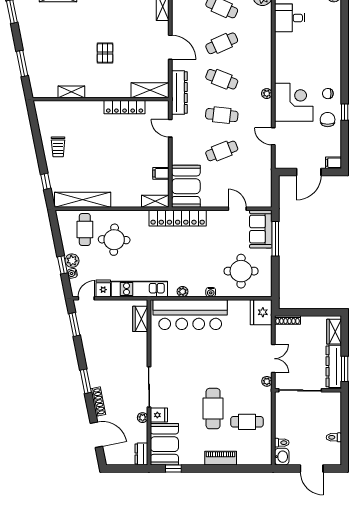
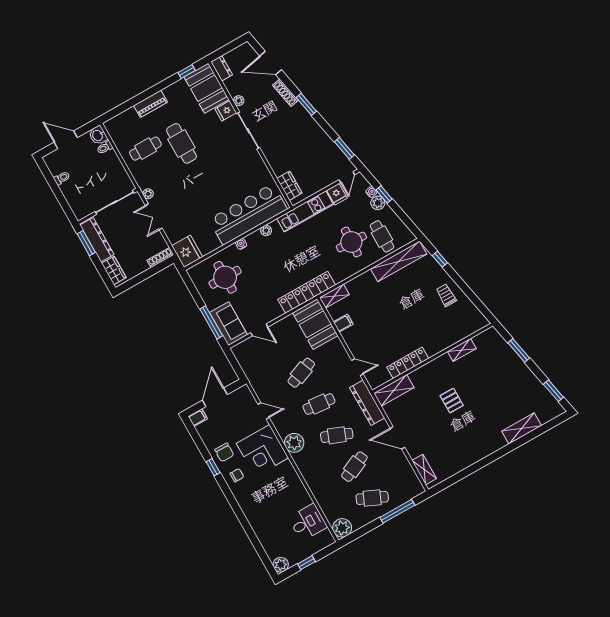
plant: (267, 94) -> (294, 443), width x1.88, depth x1.88

